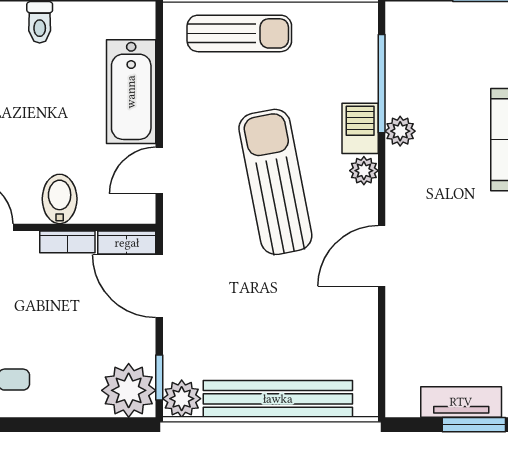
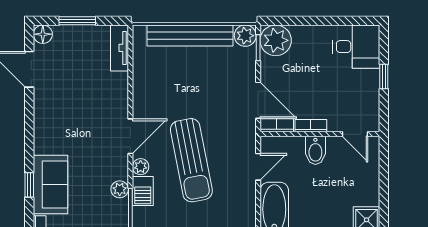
door: (382, 256) -> (130, 136), moved
tv unit: (461, 402) -> (119, 48), moved, turned 90

